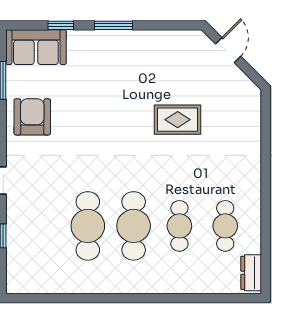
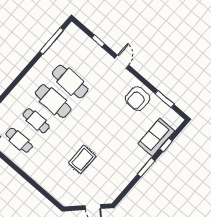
sofa: (36, 47) -> (156, 137), moved
armchair: (32, 117) -> (138, 99), turned 90
window: (55, 298) -> (51, 41), added

